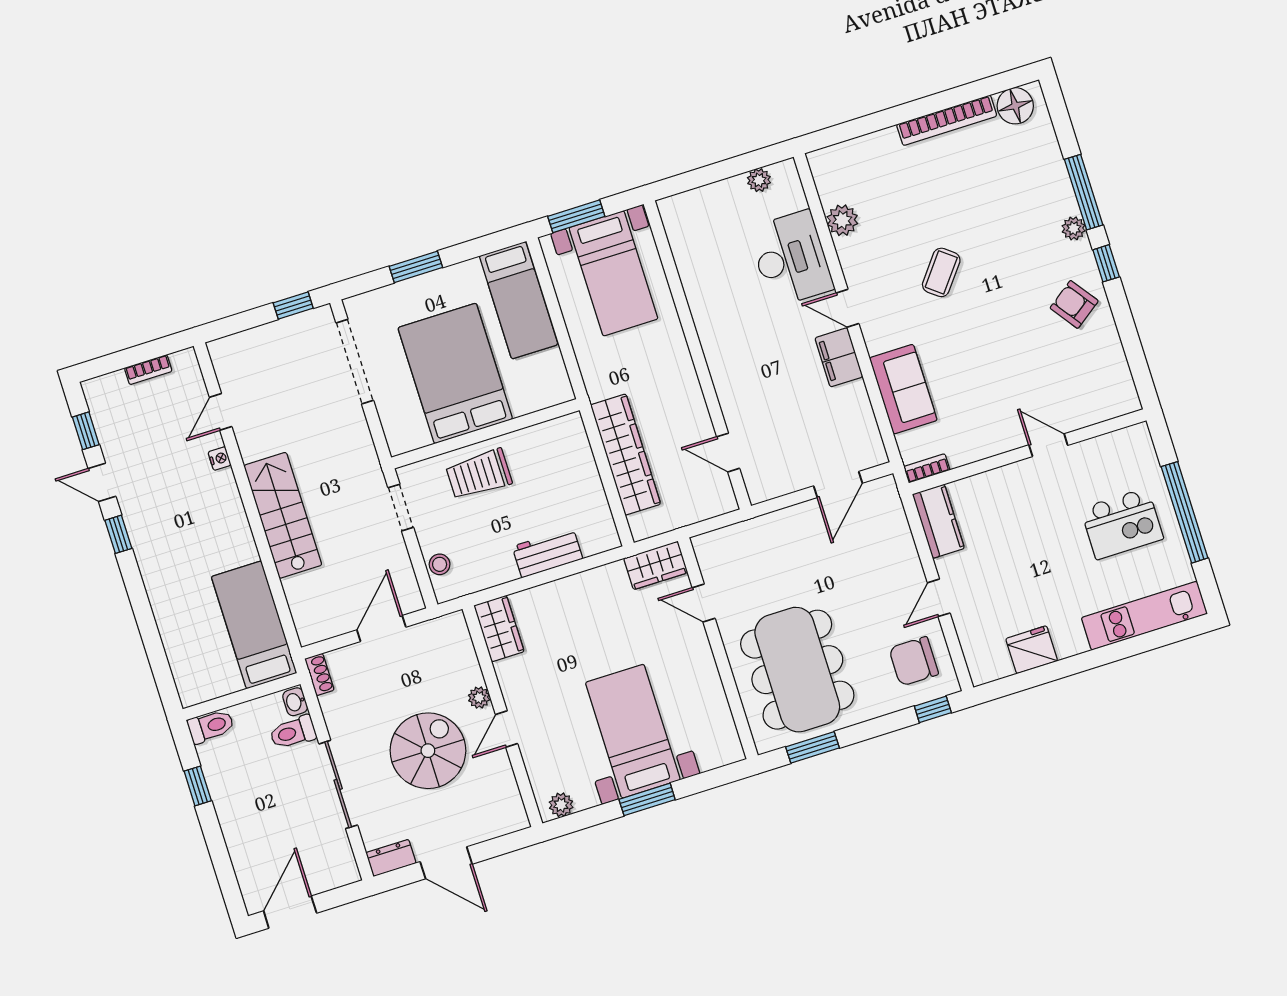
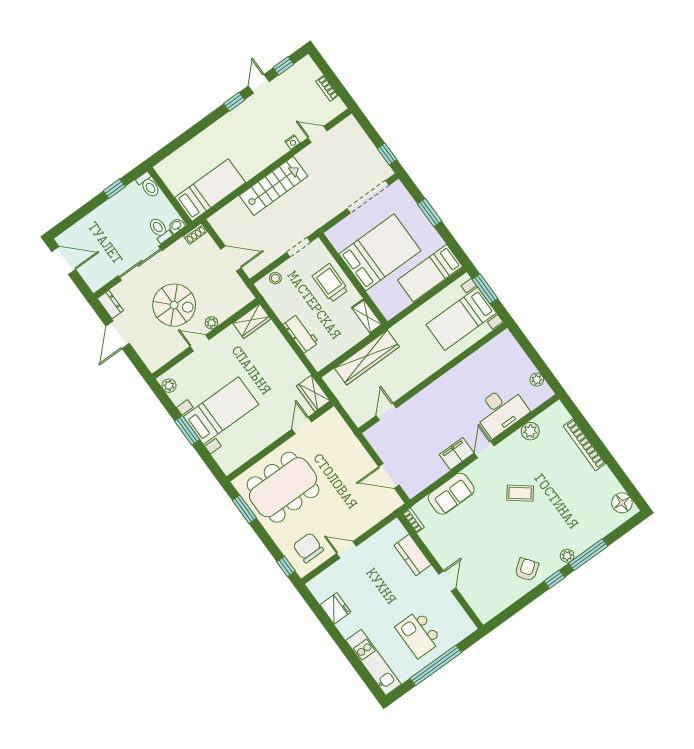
bookcase: (947, 120) -> (584, 445), moved
shelving: (556, 431) -> (367, 316), added
kitchen counter: (938, 521) -> (413, 555), moved, turned 90

